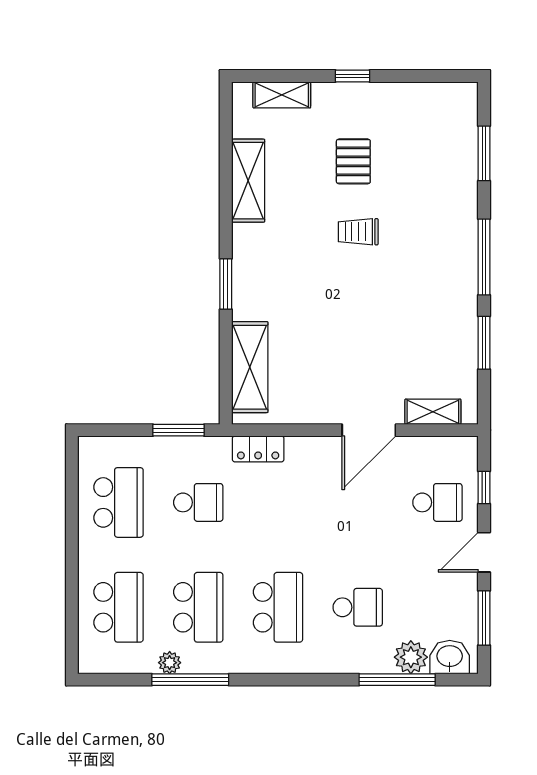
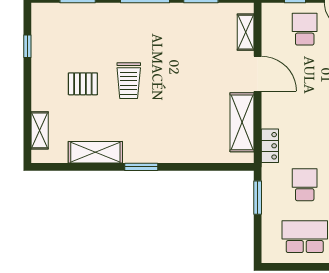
window: (352, 76) -> (27, 46), moved
trolley: (358, 232) -> (129, 81), width x1.36, depth x1.39
window: (226, 284) -> (141, 167), moved
shelving: (250, 367) -> (242, 122), moved, turned 90

